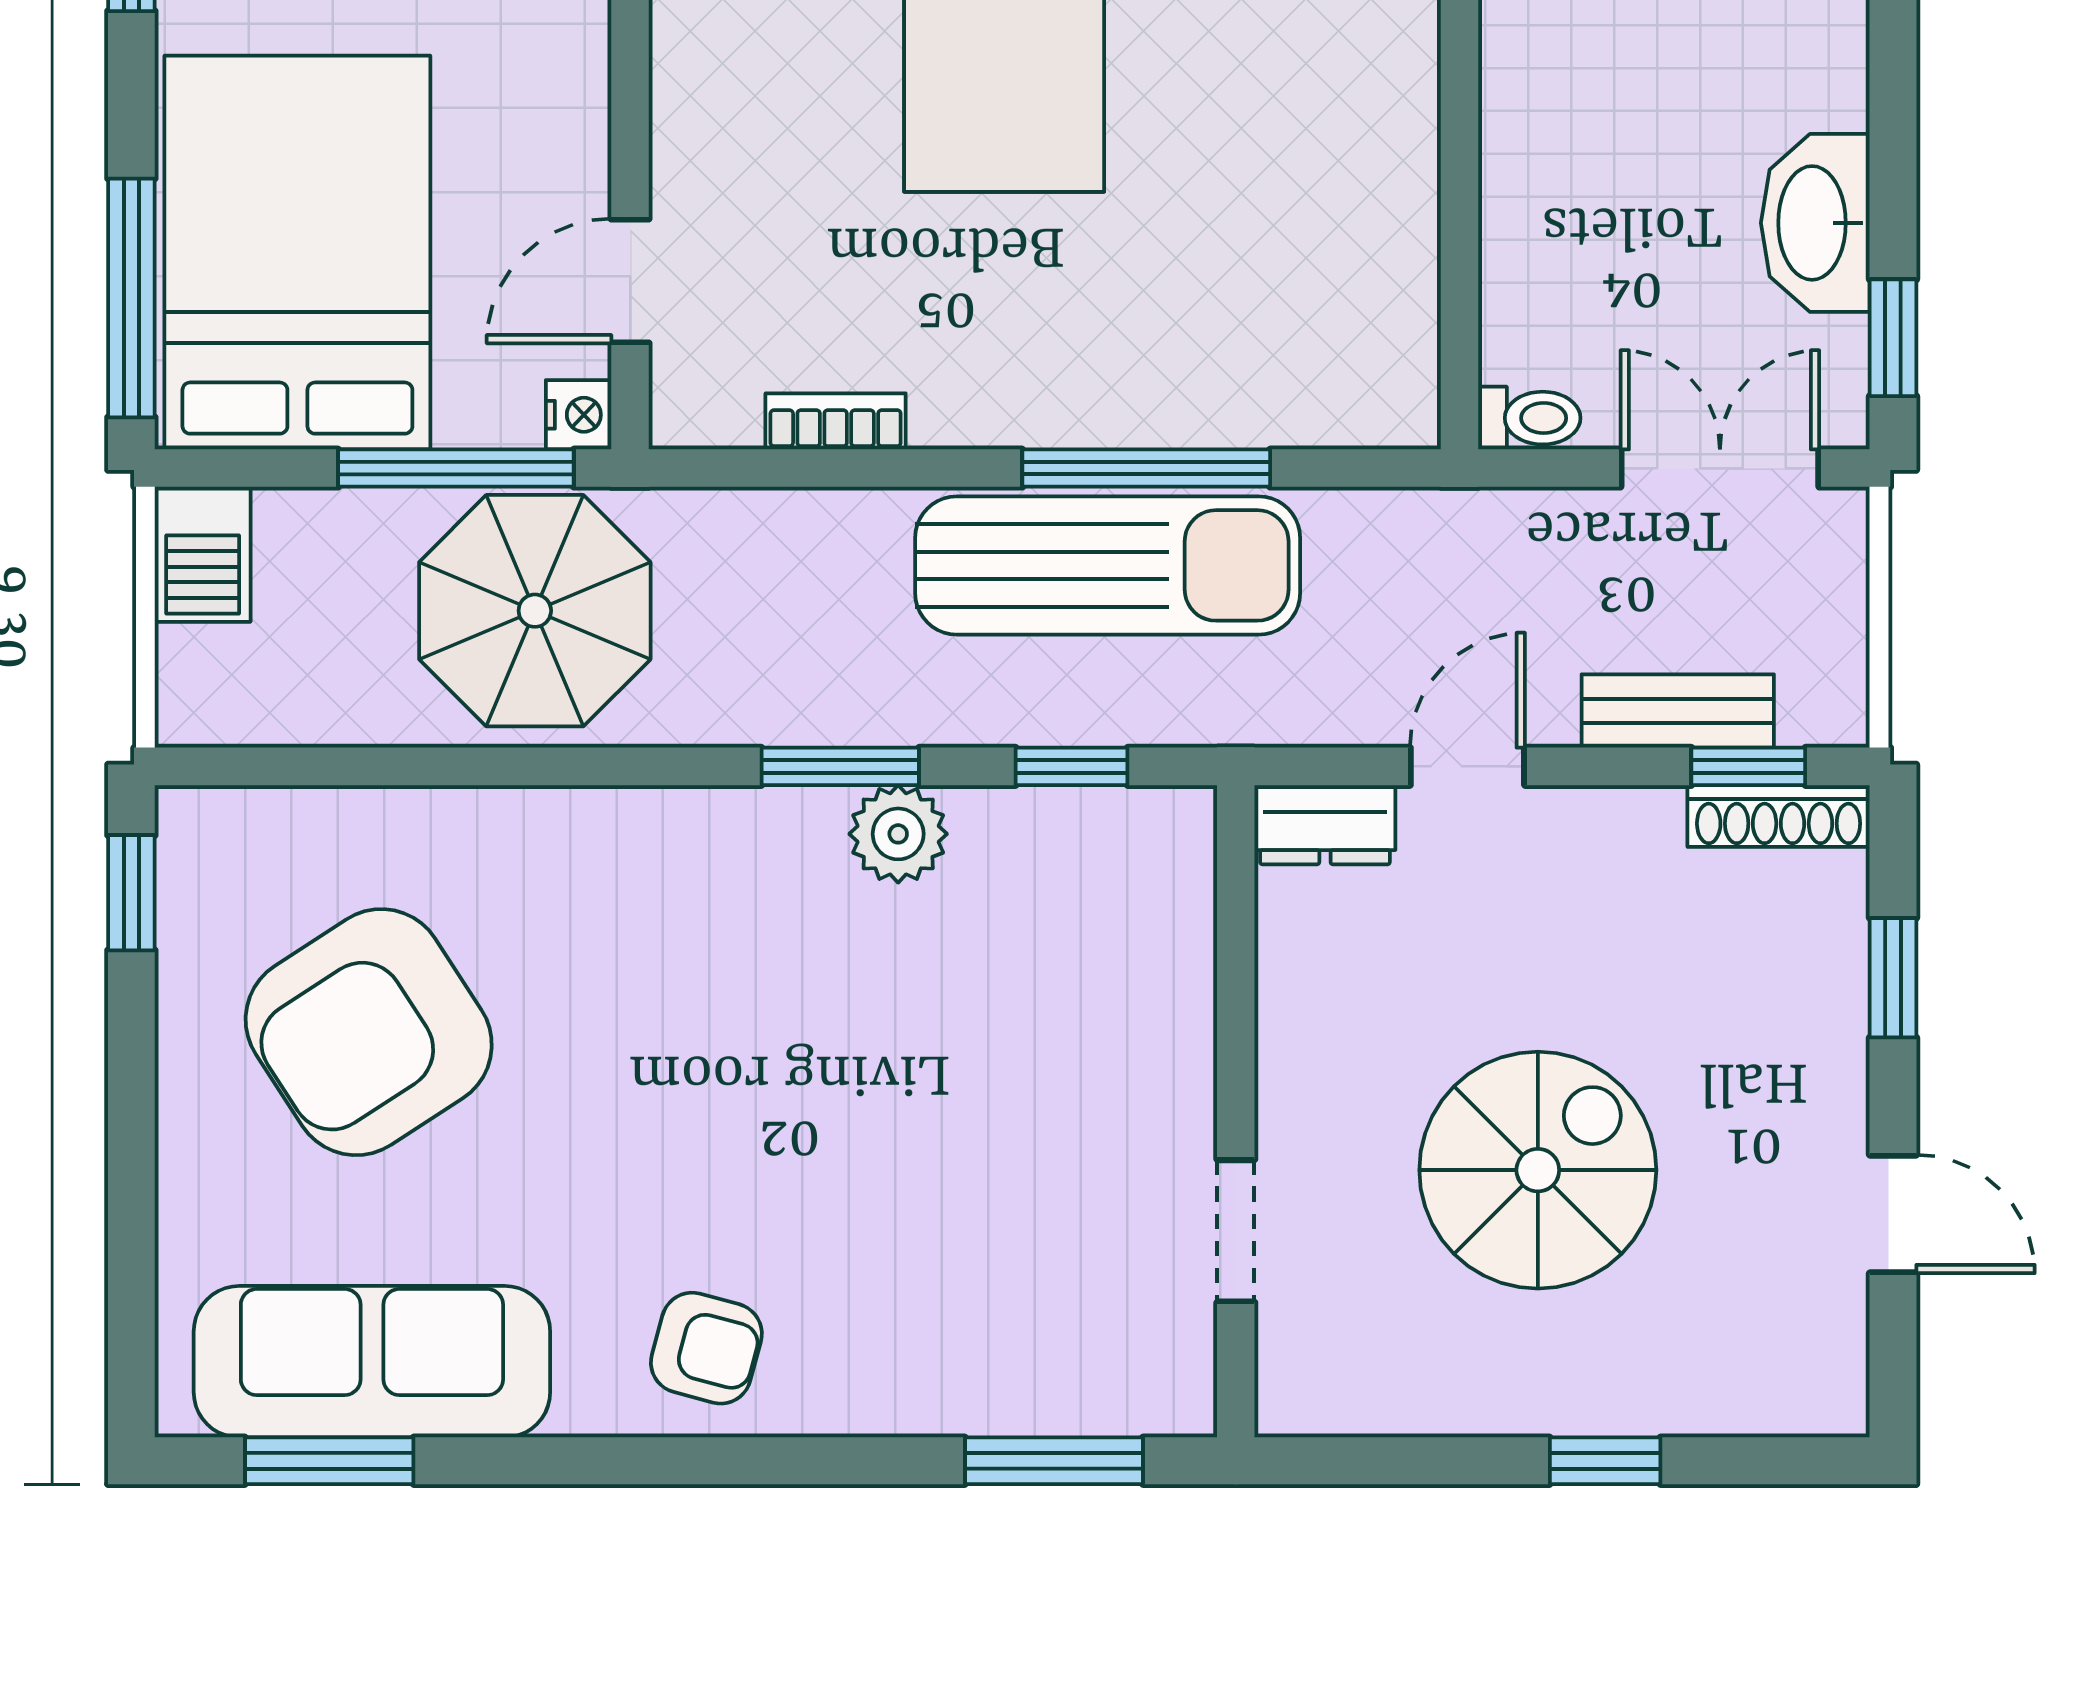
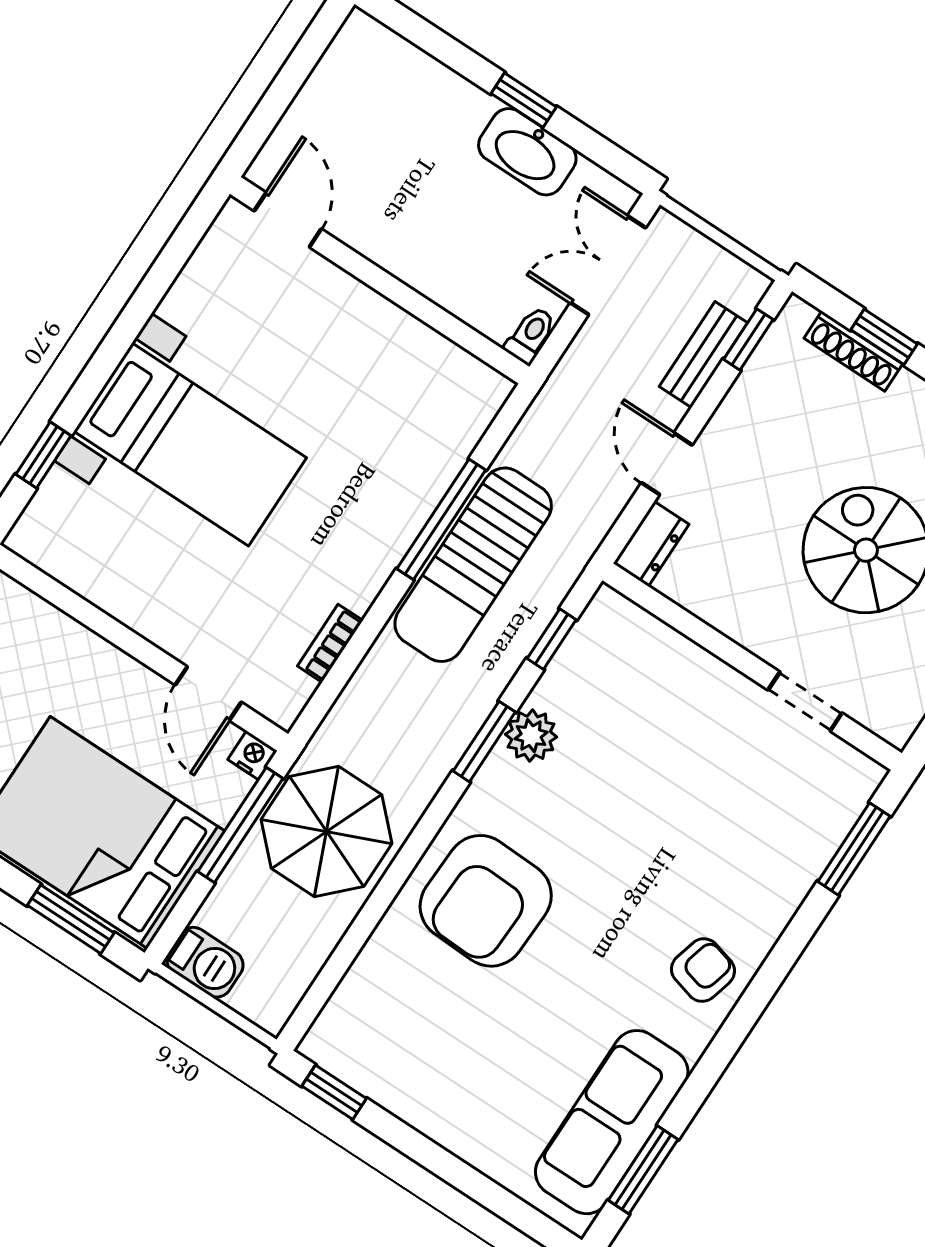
window: (131, 298) -> (71, 919), width x0.69
window: (1893, 338) -> (524, 100), moved
sun lounger: (1108, 565) -> (473, 565), turned 180
shoe rack: (1779, 816) -> (853, 351), moved, turned 90
armchair: (369, 1032) -> (486, 901), moved, turned 35

